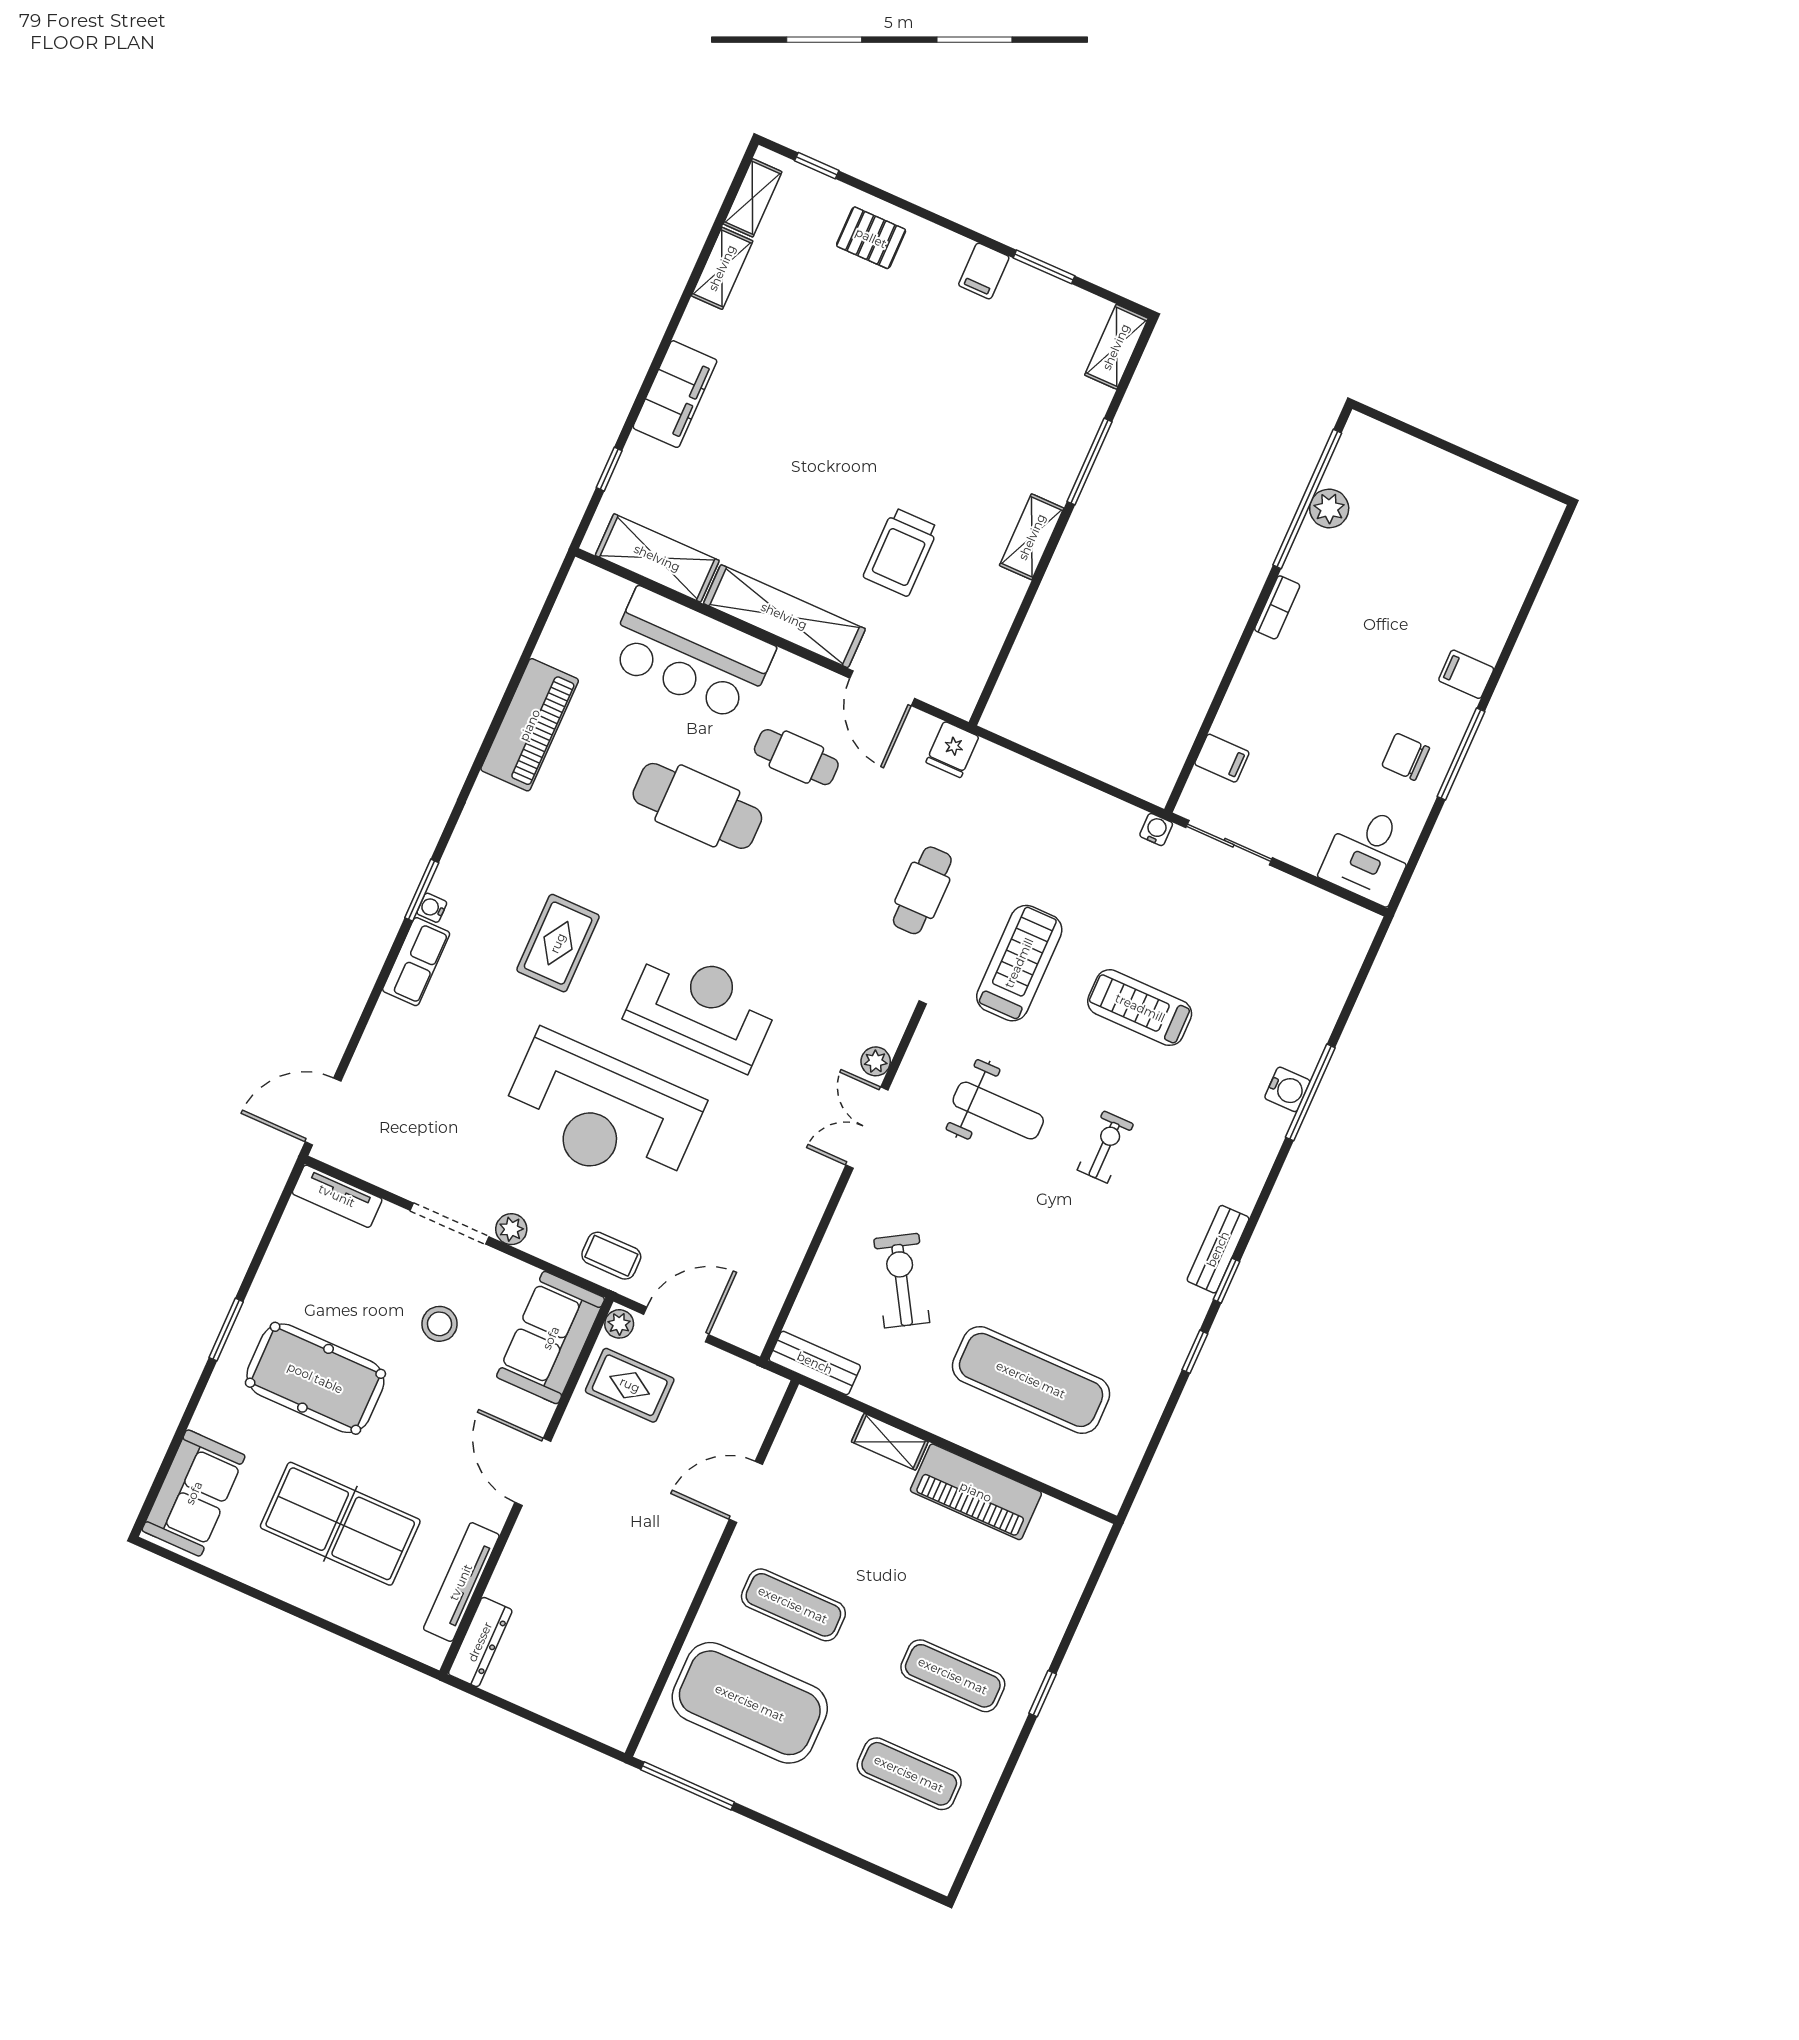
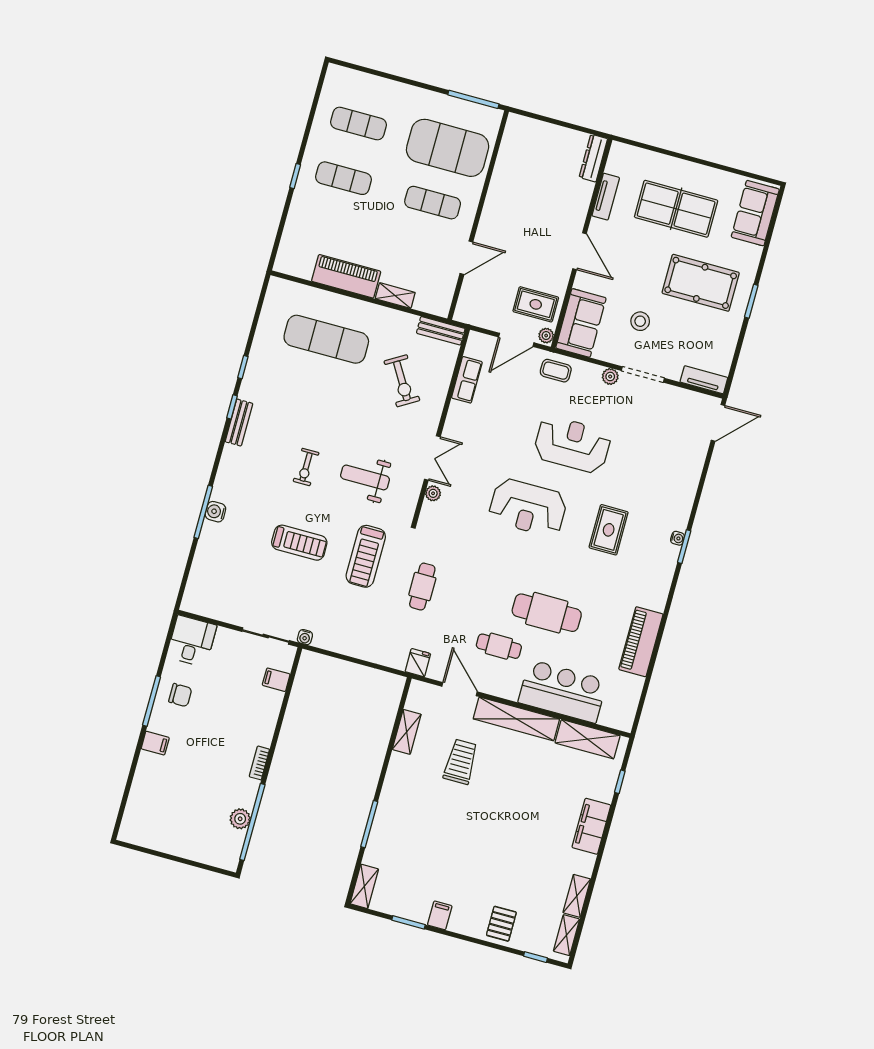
pallet: (871, 238) -> (501, 924), turned 90
shelving: (1032, 537) -> (407, 732), moved
row of seats: (416, 962) -> (467, 380), moved, turned 180
reception desk: (602, 1113) -> (572, 444), width x0.74, depth x0.77
tv unit: (461, 1582) -> (606, 197), width x0.71

